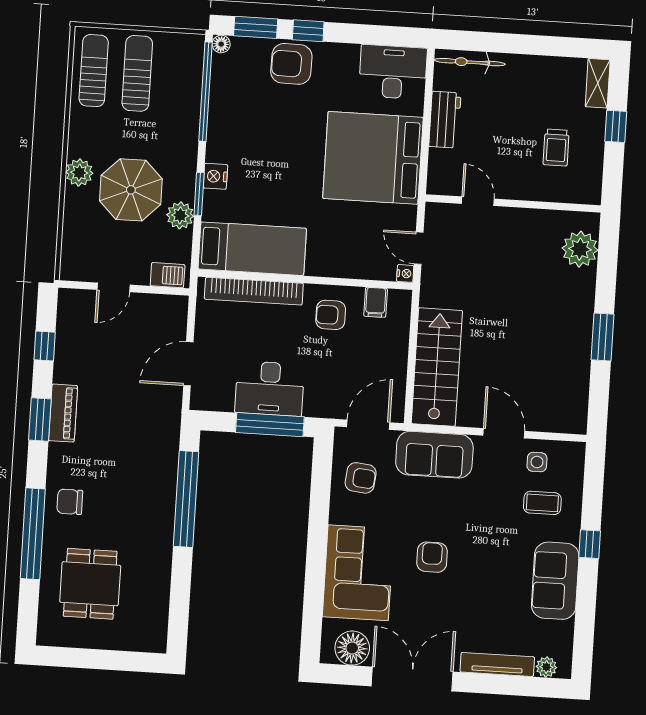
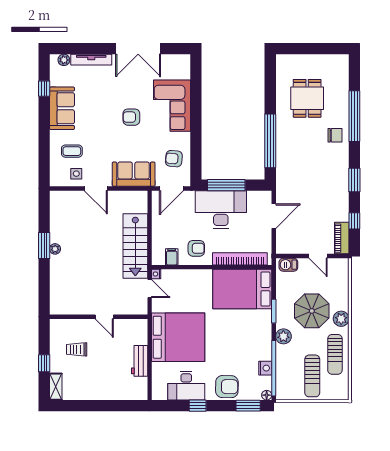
window: (308, 31) -> (198, 406), moved
bicycle: (470, 62) -> (128, 394), removed
sun lounger: (94, 71) -> (335, 354), moved
desk: (393, 72) -> (186, 386), moved
trolley: (556, 148) -> (77, 349), turned -90
nightstand: (215, 176) -> (265, 368), moved
door: (478, 201) -> (104, 317), moved
plant: (180, 215) -> (283, 336), moved
bed: (252, 249) -> (242, 289), width x1.50
plant: (580, 249) -> (55, 249), moved, width x0.53, depth x0.53
door: (113, 287) -> (318, 256), swing flipped
stairs: (437, 367) -> (135, 246), moved
desk: (270, 388) -> (221, 210), width x1.36, depth x1.30
piano: (63, 413) -> (342, 238), moved
window: (590, 544) -> (44, 89), moved
armchair: (432, 557) -> (131, 117), turned 90
dining table: (90, 584) -> (307, 98), moved
floor lamp: (352, 648) -> (173, 64), removed

